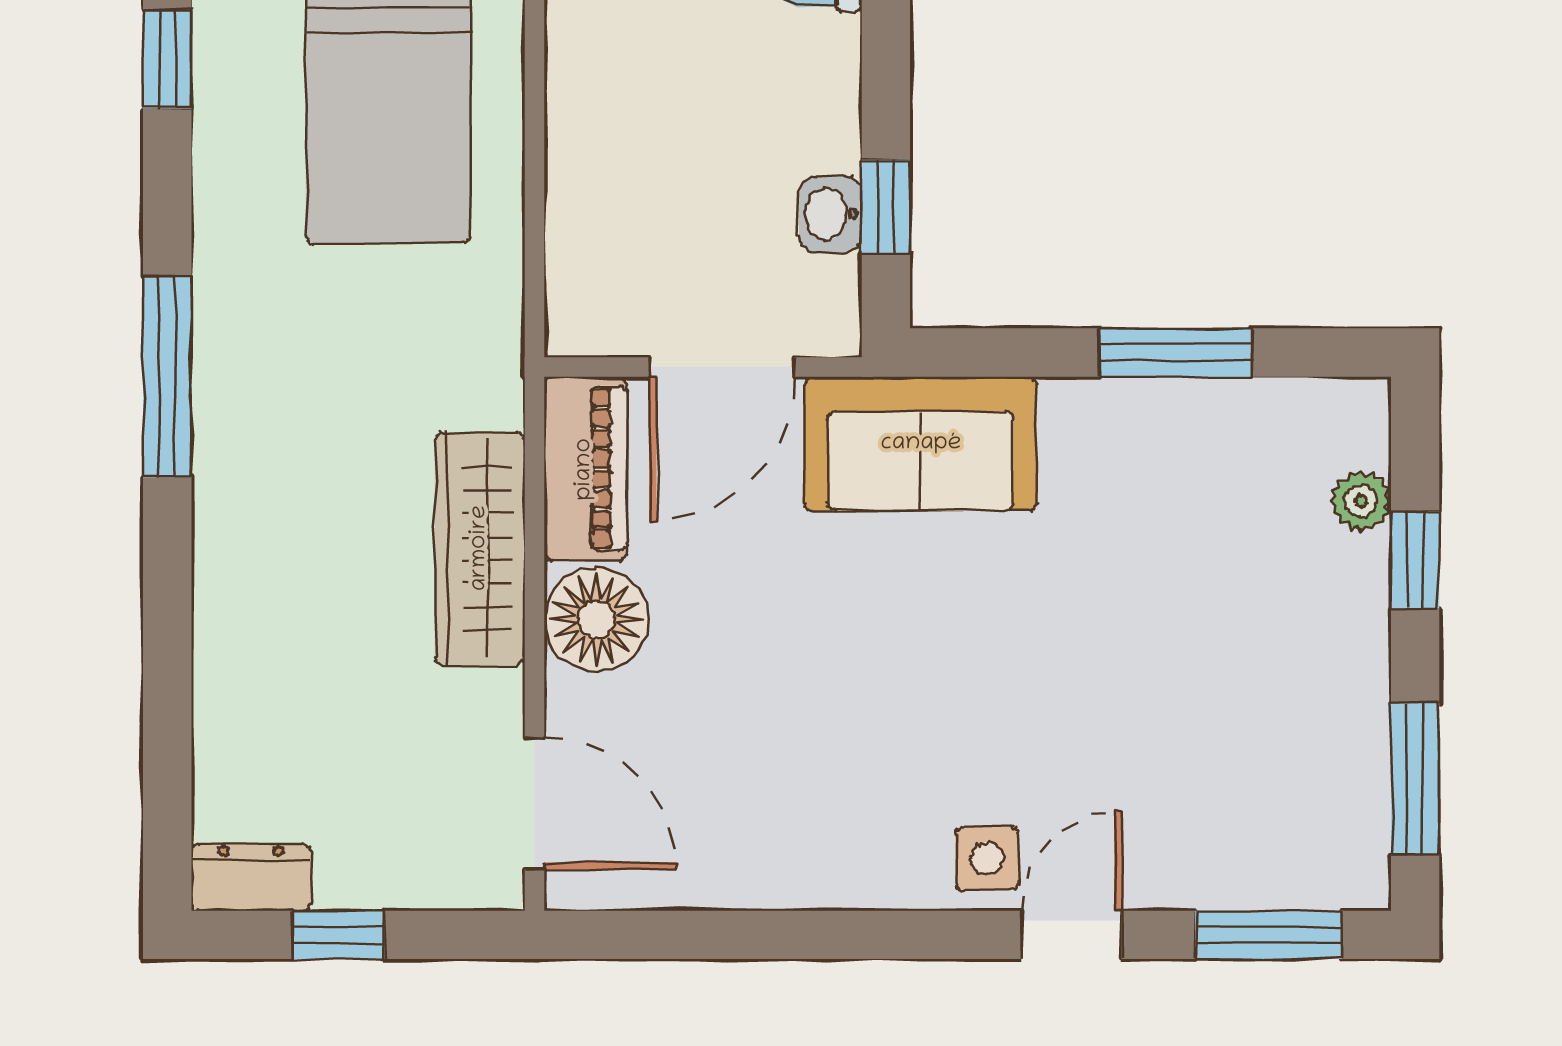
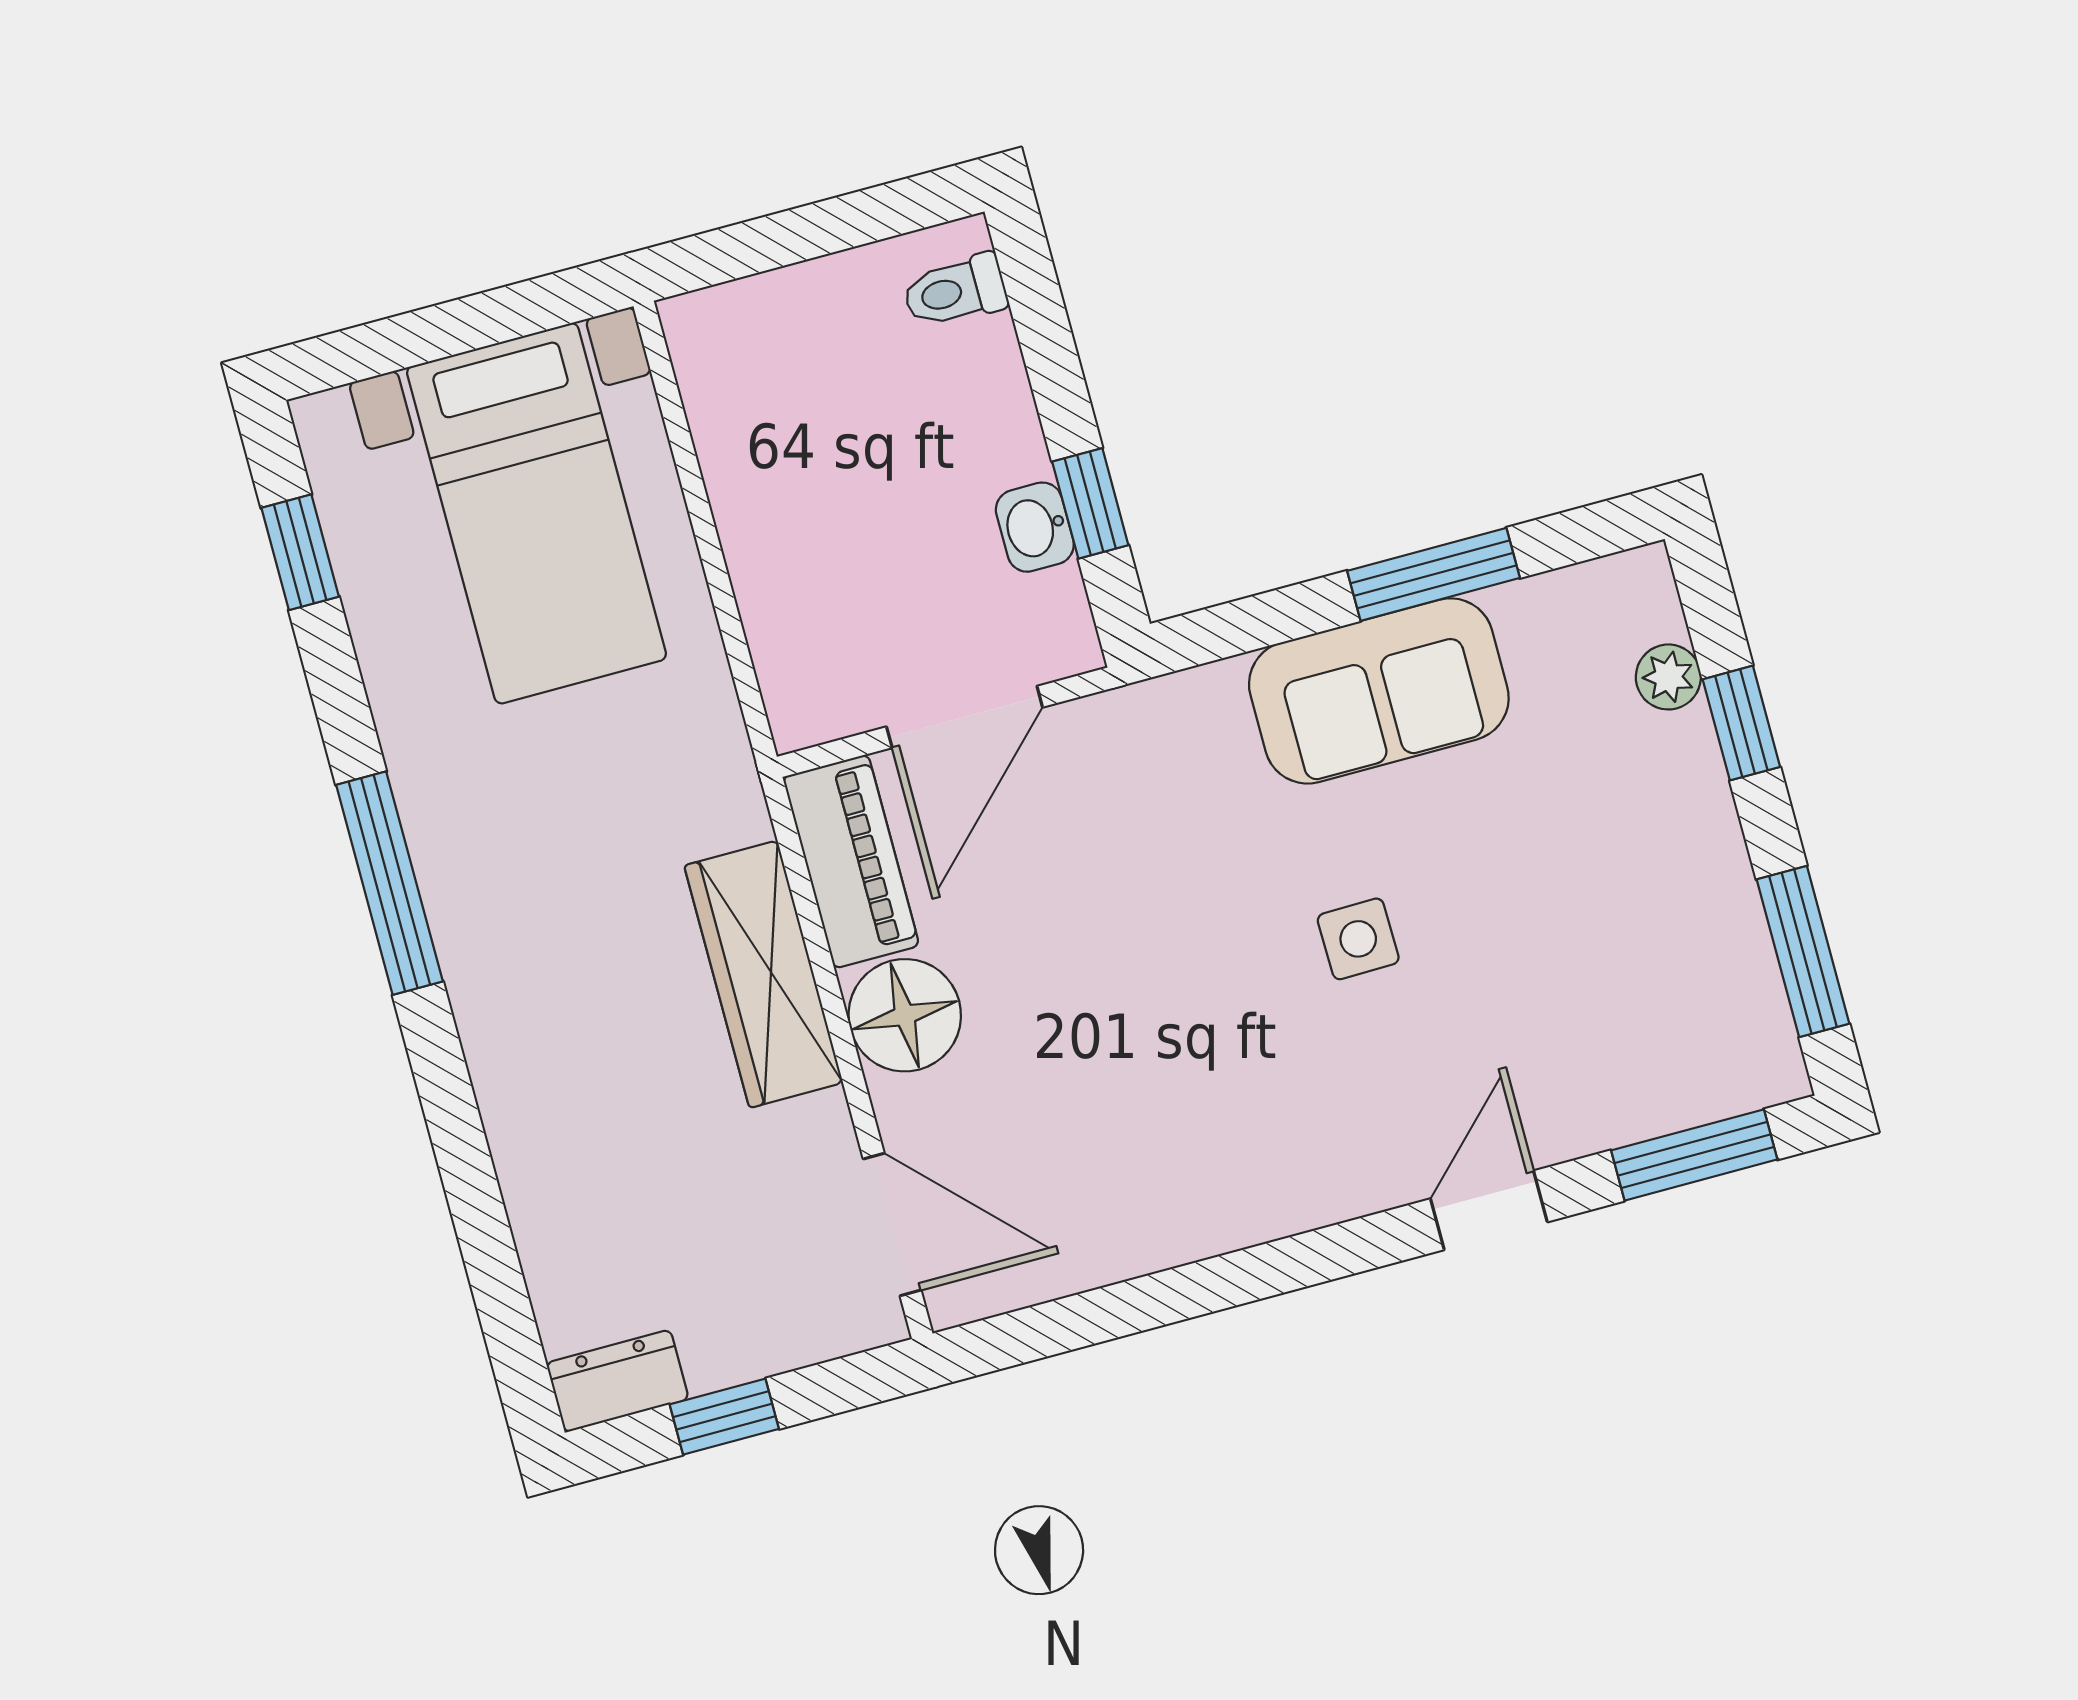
sofa: (921, 444) -> (1379, 691), moved
side table: (987, 858) -> (1358, 939), moved

